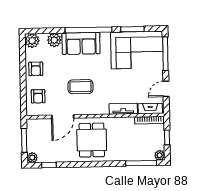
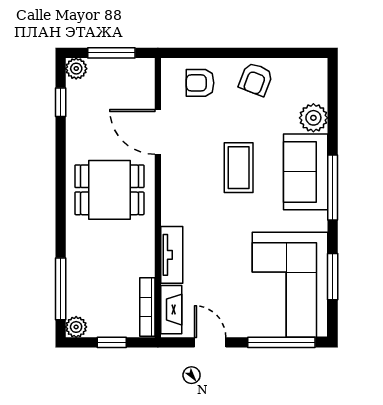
window: (88, 30) -> (333, 188), width x0.68
plant: (32, 41) -> (313, 73), removed
armchair: (36, 69) -> (256, 79), turned -69
coffee table: (81, 87) -> (239, 168), moved

